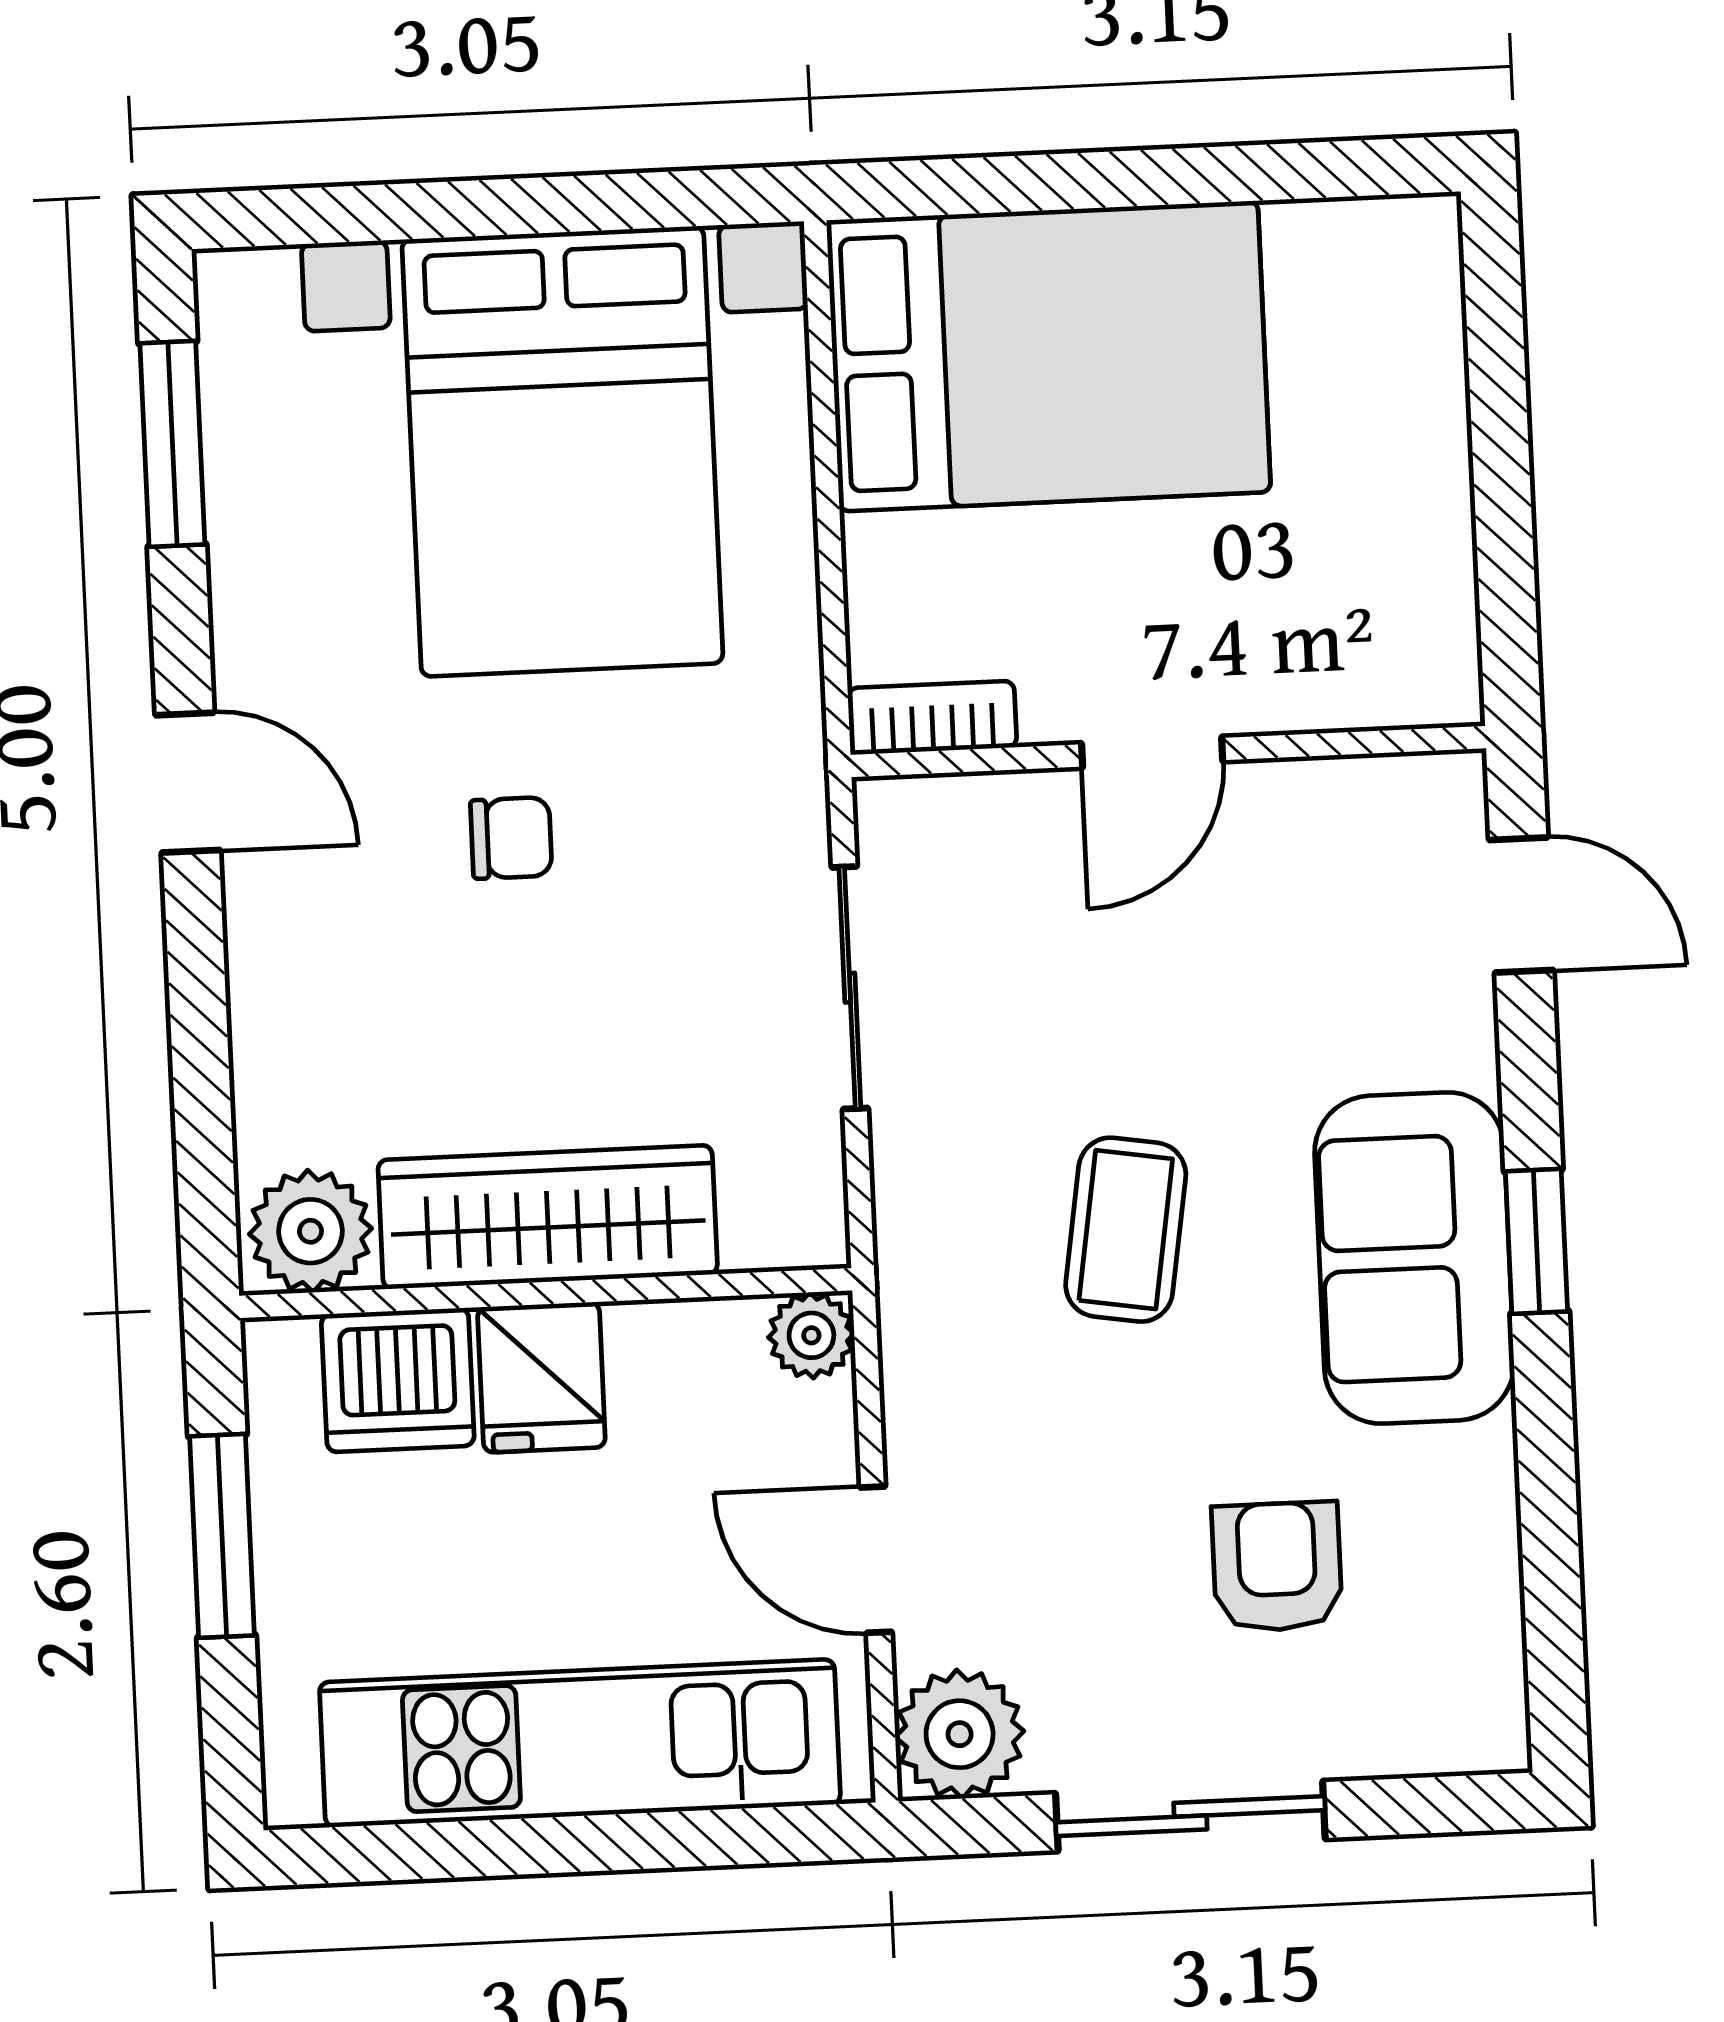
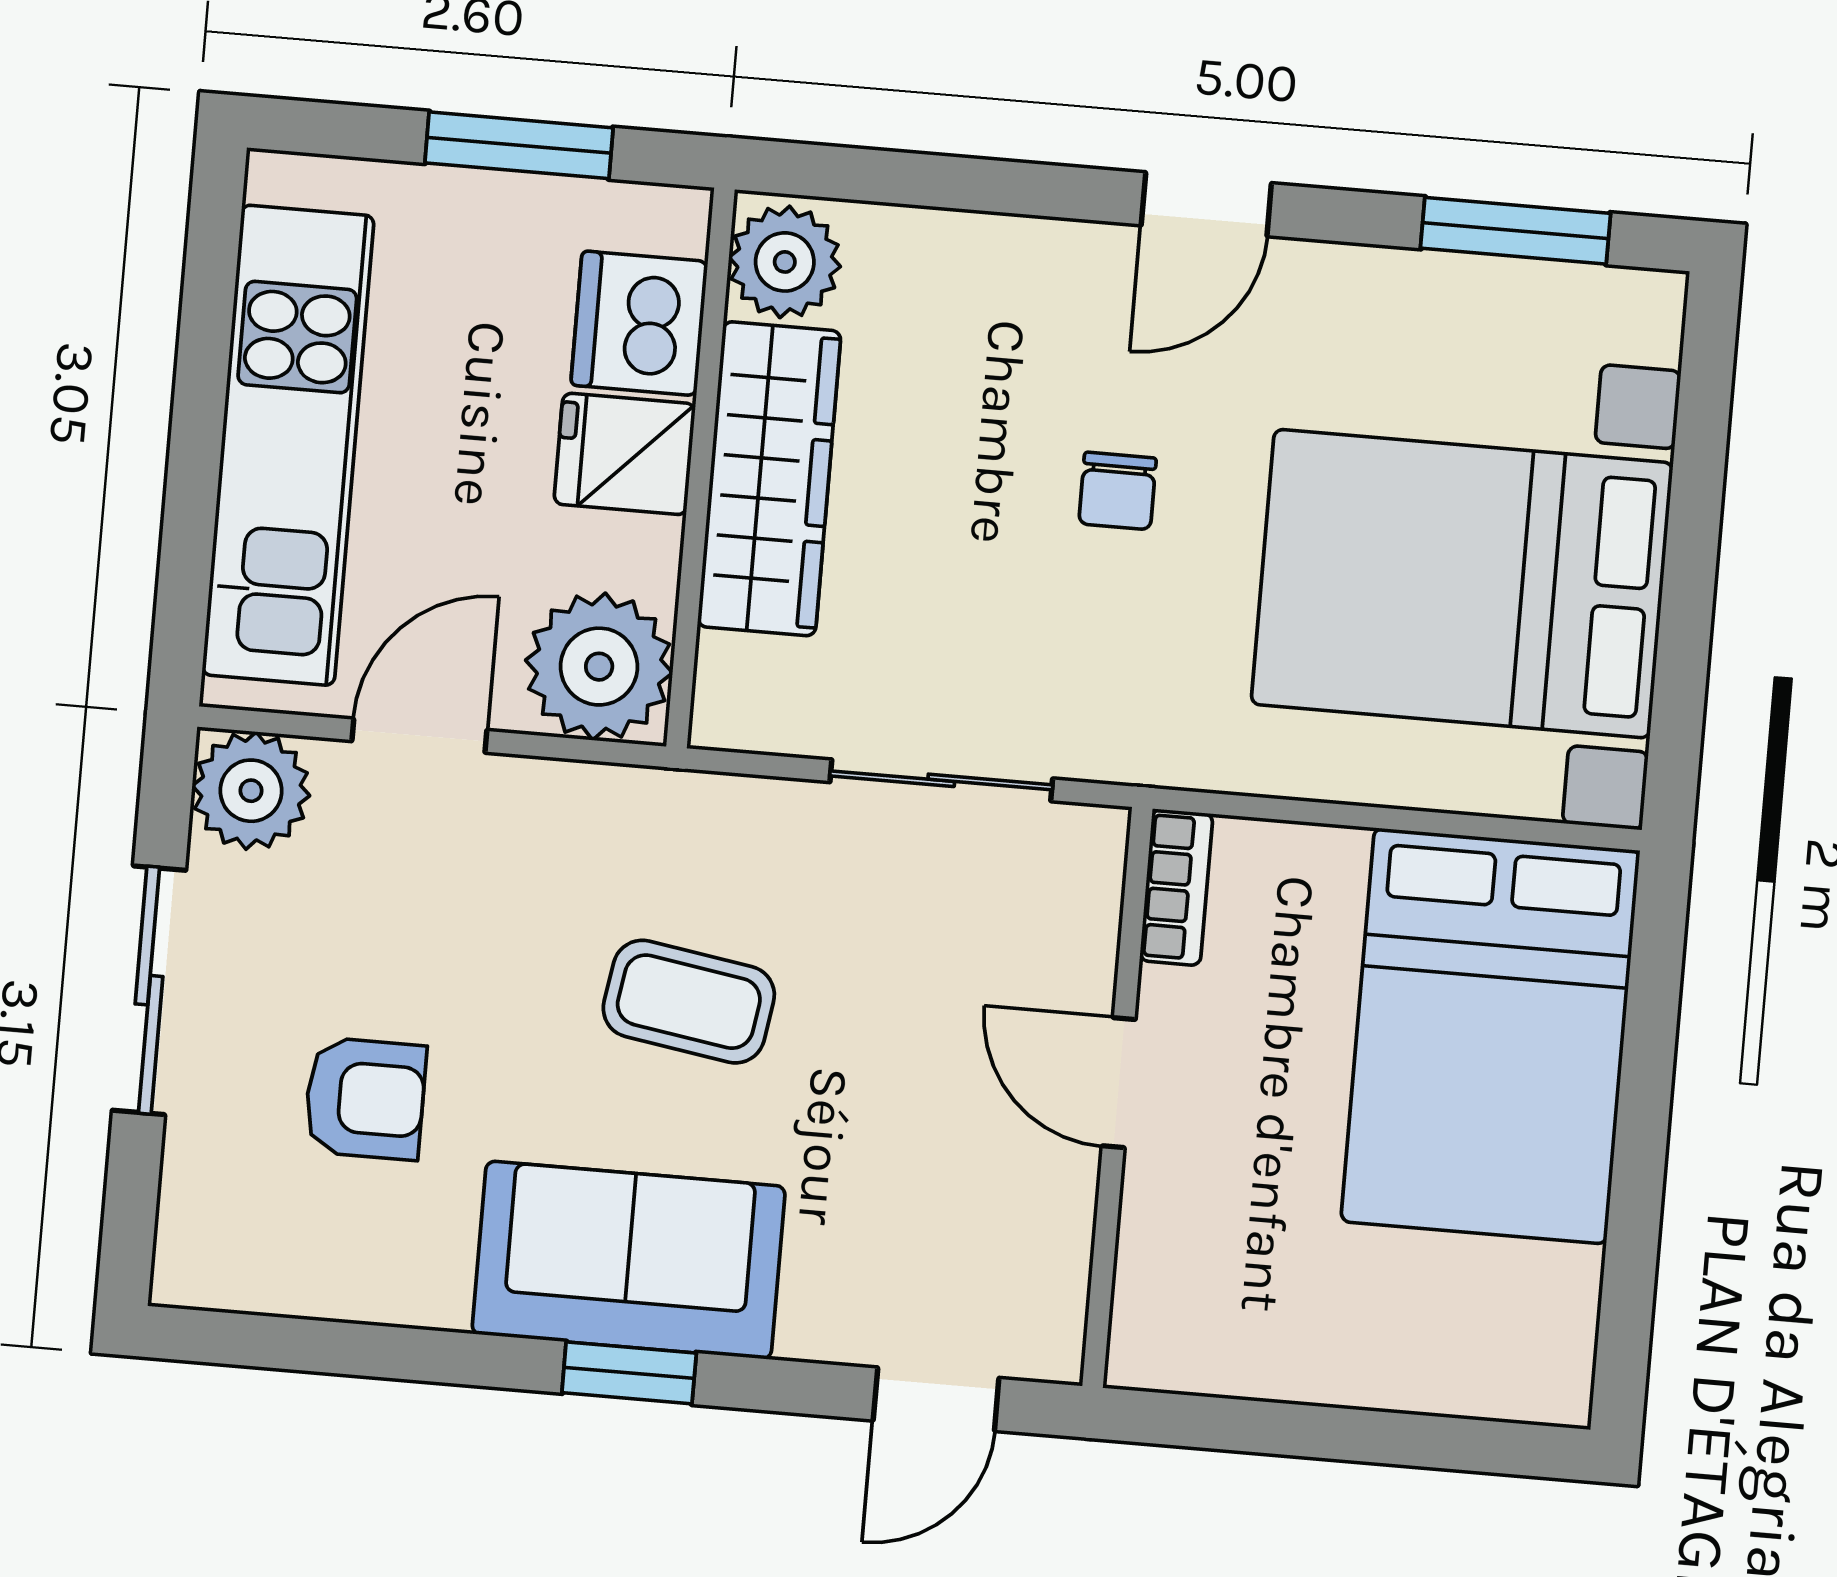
plant: (811, 1335) -> (599, 667), width x1.88, depth x1.88

